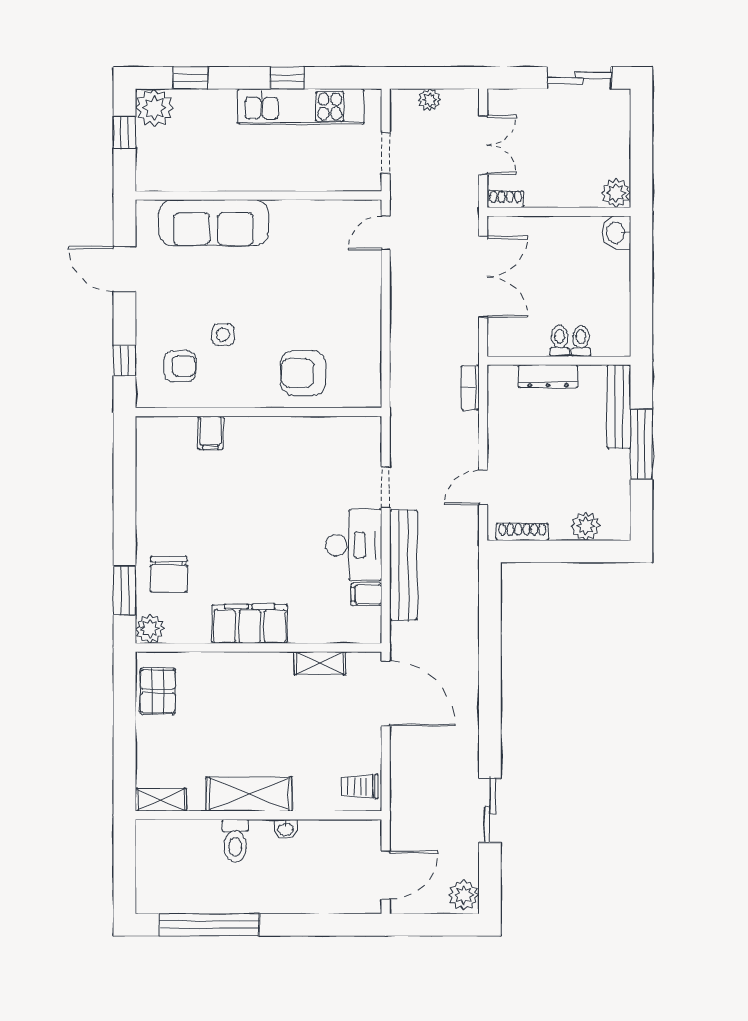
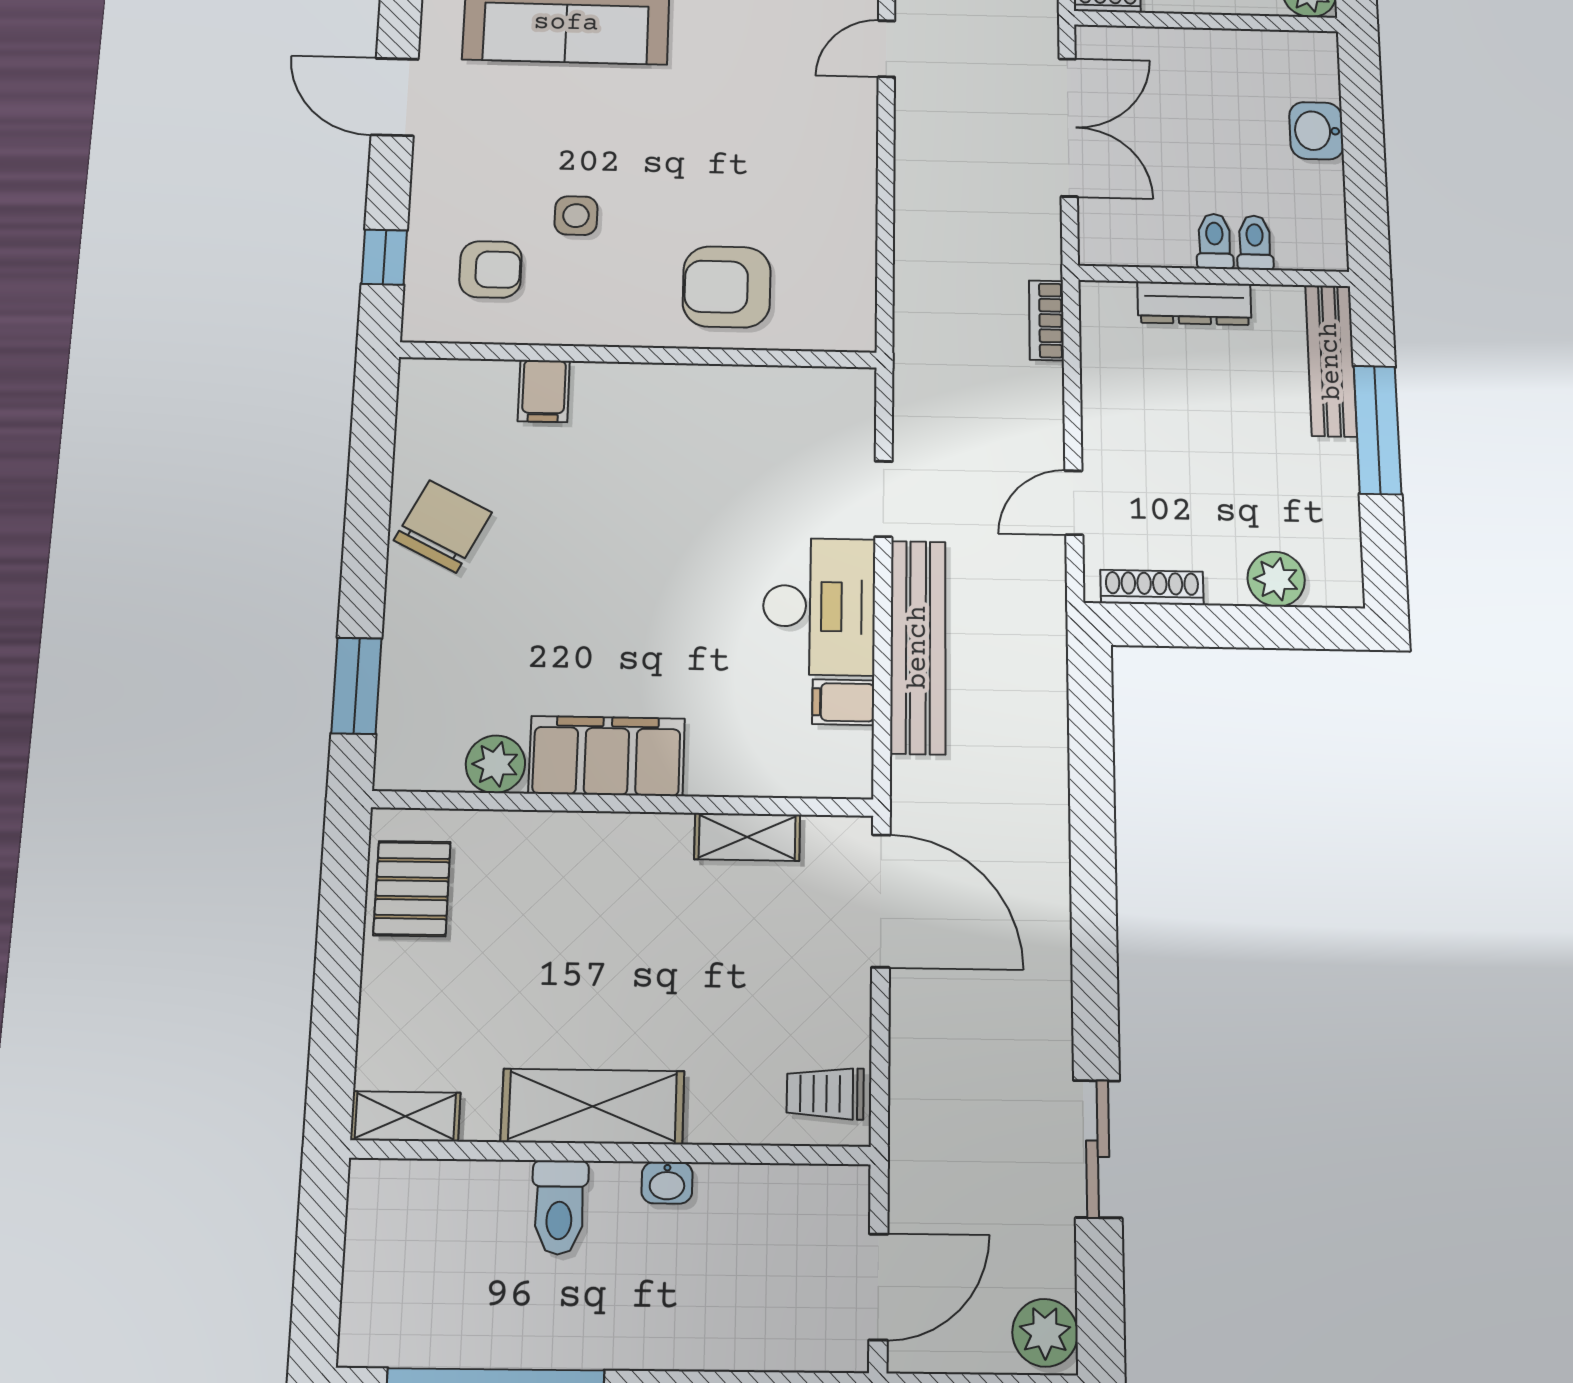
washbasin: (616, 233) -> (1316, 131), moved
chair: (169, 574) -> (443, 526), moved, turned -153
plant: (150, 629) -> (495, 764), moved

